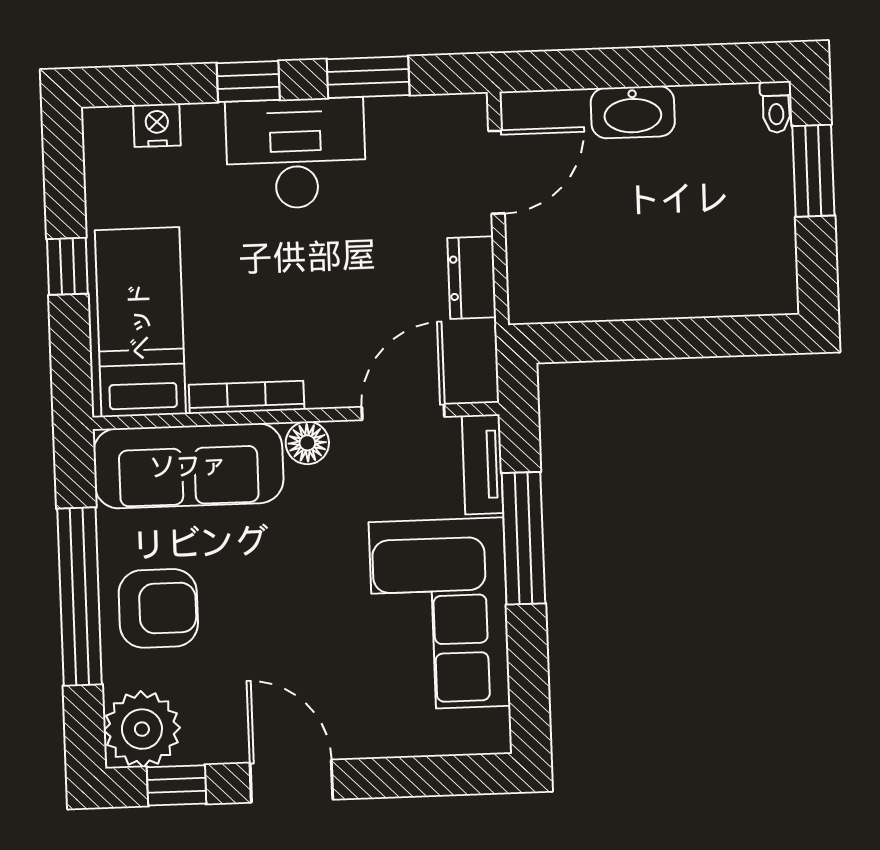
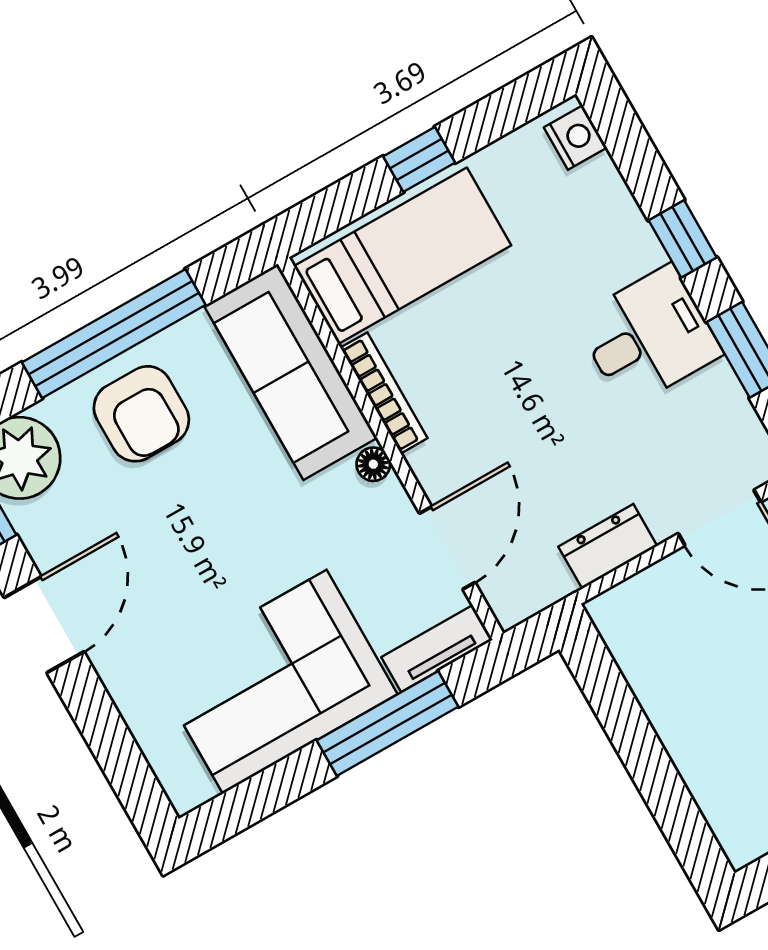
nightstand: (157, 125) -> (575, 138), moved
desk: (296, 153) -> (648, 336), width x0.73
door: (403, 412) -> (447, 548), hinge flipped
floor lamp: (307, 443) -> (373, 464), width x0.73, depth x0.73

